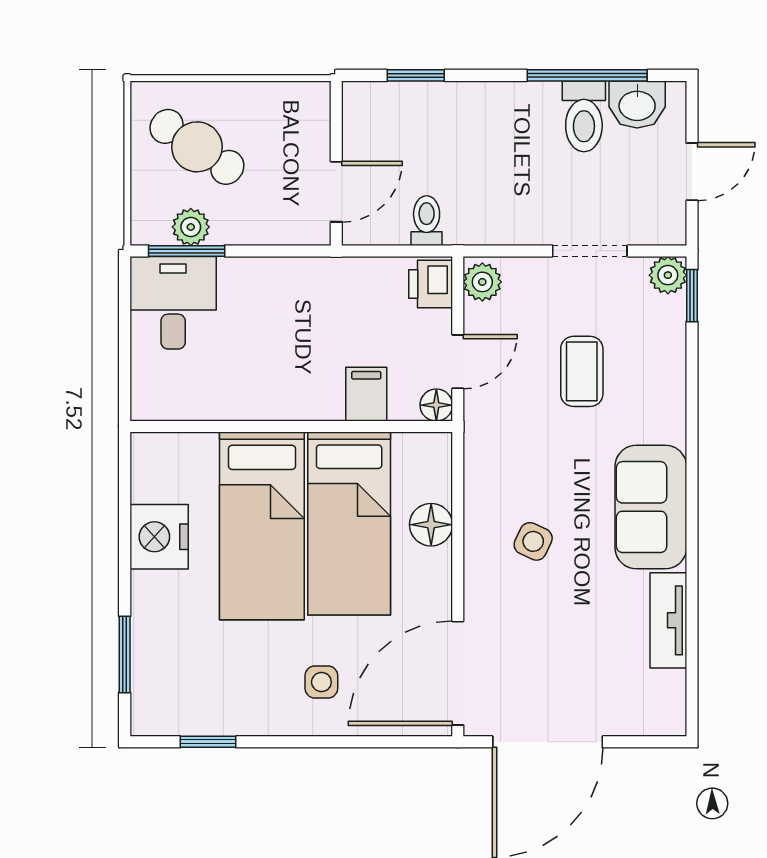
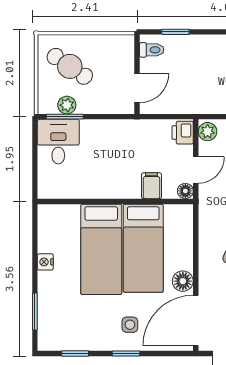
toilet: (427, 221) -> (152, 50), moved, turned 90
floor lamp: (431, 525) -> (183, 281), moved
nightstand: (159, 537) -> (45, 262), width x0.53, depth x0.56
window: (313, 742) -> (126, 354), added

